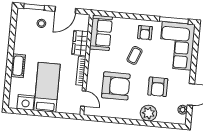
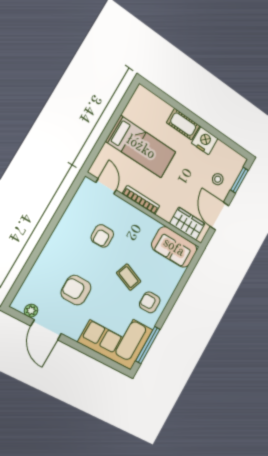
wardrobe: (80, 43) -> (187, 224), moved
armchair: (116, 86) -> (102, 236), width x0.53, depth x0.53
door: (83, 98) -> (106, 186), swing flipped
nightstand: (26, 102) -> (205, 141), moved, turned 90
plant: (148, 113) -> (48, 263), removed

